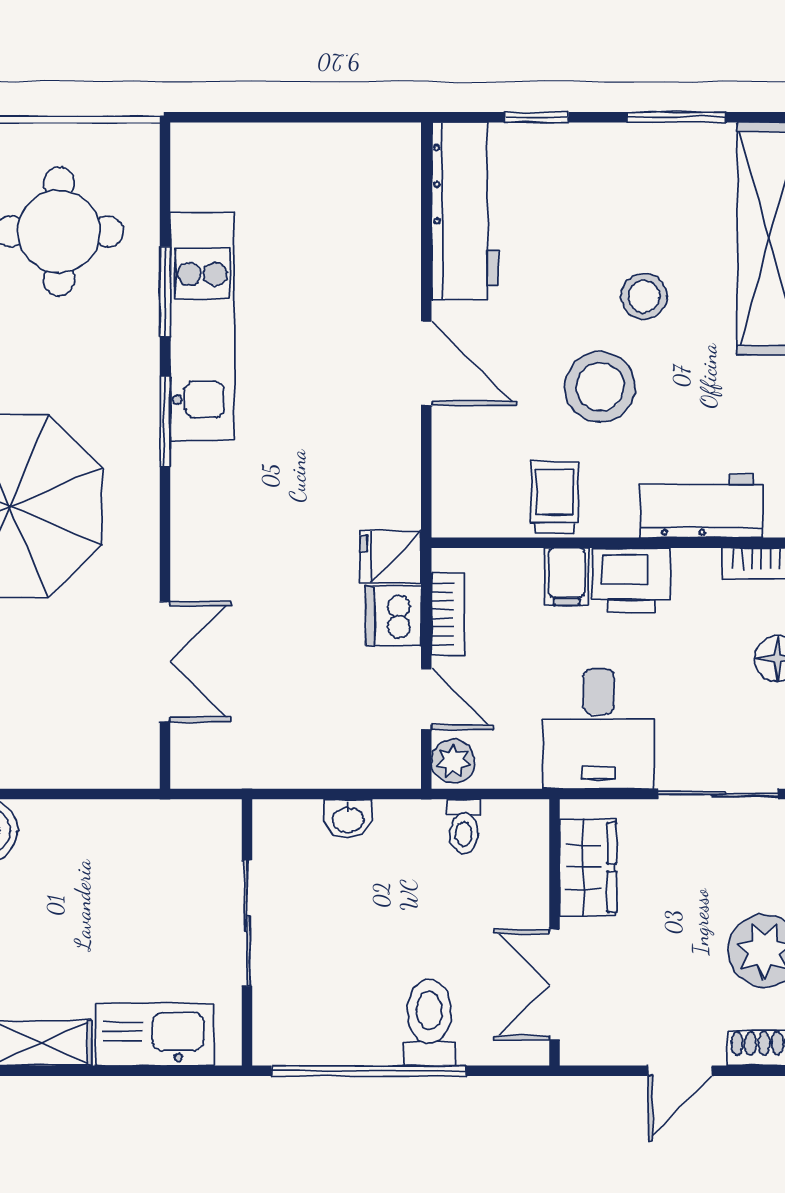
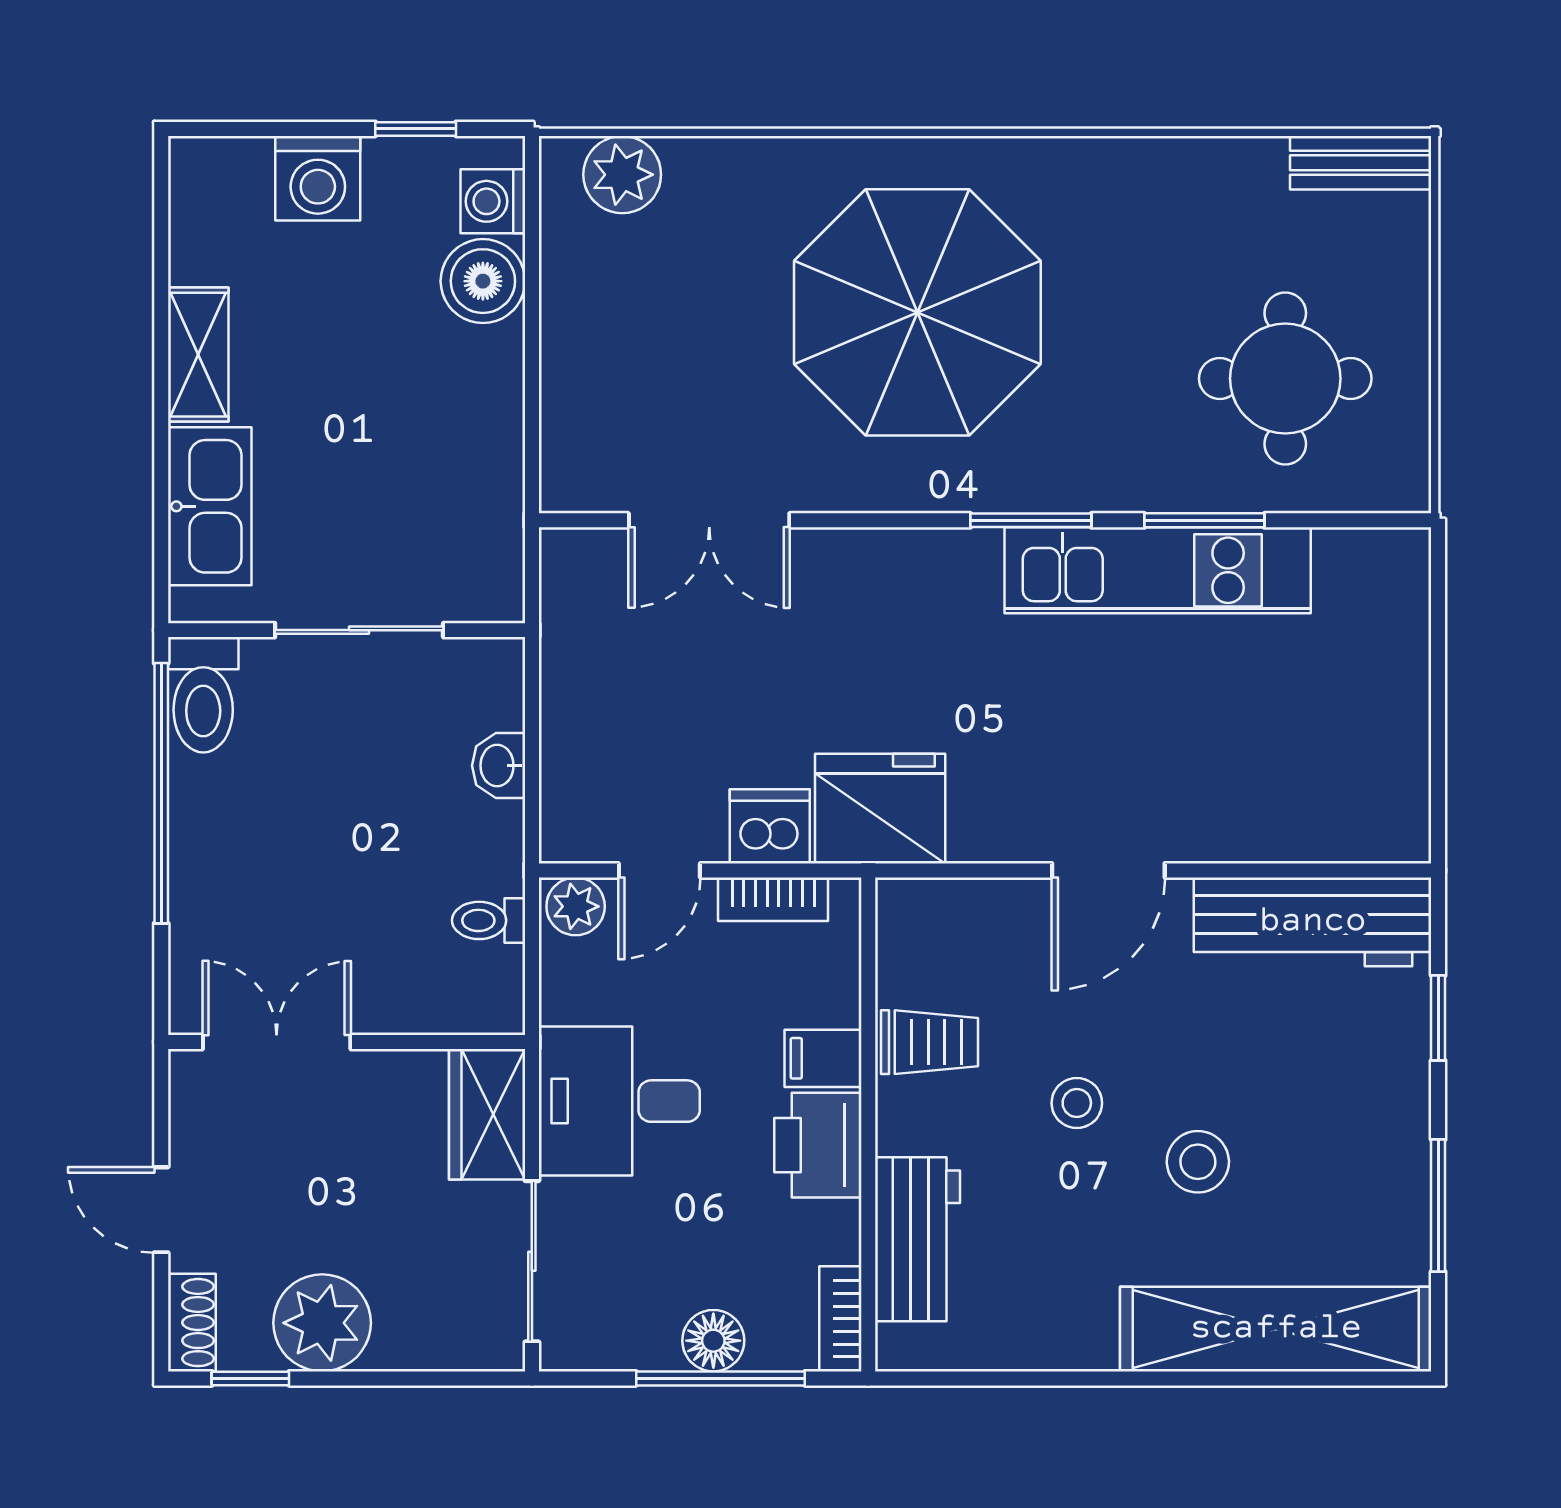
stool: (600, 387) -> (1077, 1103), width x0.53, depth x0.53
fridge: (391, 557) -> (880, 809), width x1.88, depth x1.34
wardrobe: (588, 867) -> (487, 1114), moved, turned 90
toilet: (429, 1023) -> (203, 695), moved, turned 90

